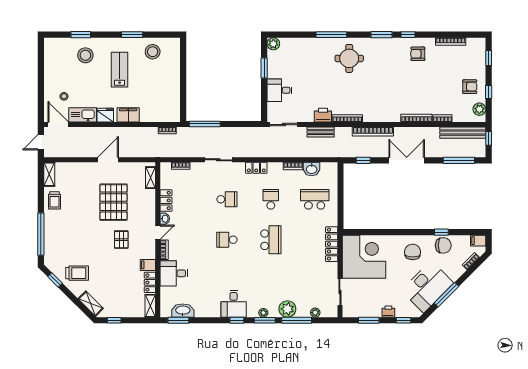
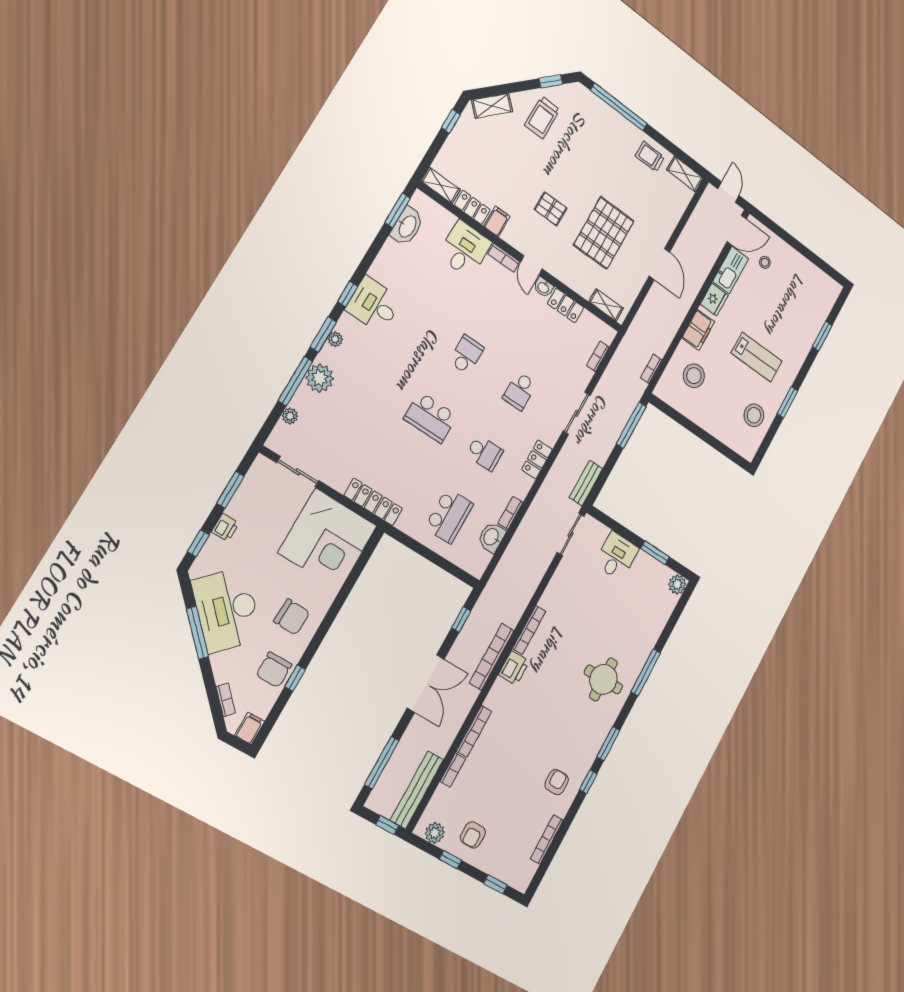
stool: (85, 55) -> (694, 376), moved
printer: (323, 115) -> (514, 668), moved
bench: (321, 132) -> (586, 483), moved
pallet: (113, 202) -> (604, 233), turned 90

